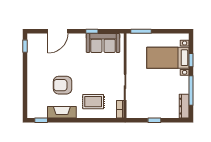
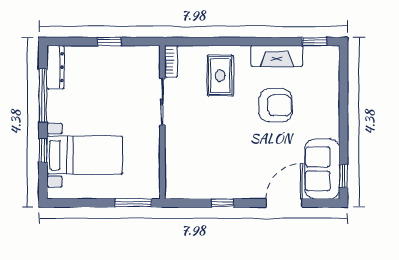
sofa: (103, 43) -> (322, 169), moved, turned -90
rug: (93, 102) -> (220, 76), turned 90

